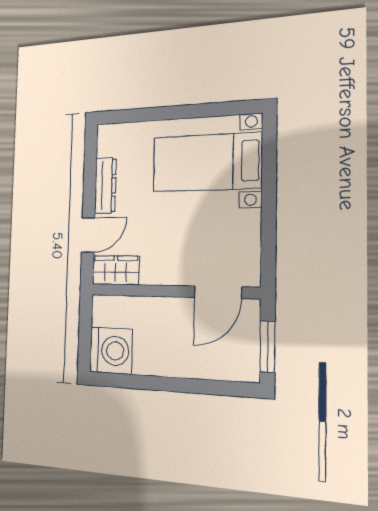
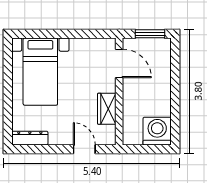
dresser: (105, 186) -> (30, 138), moved
wardrobe: (116, 270) -> (107, 109), moved

